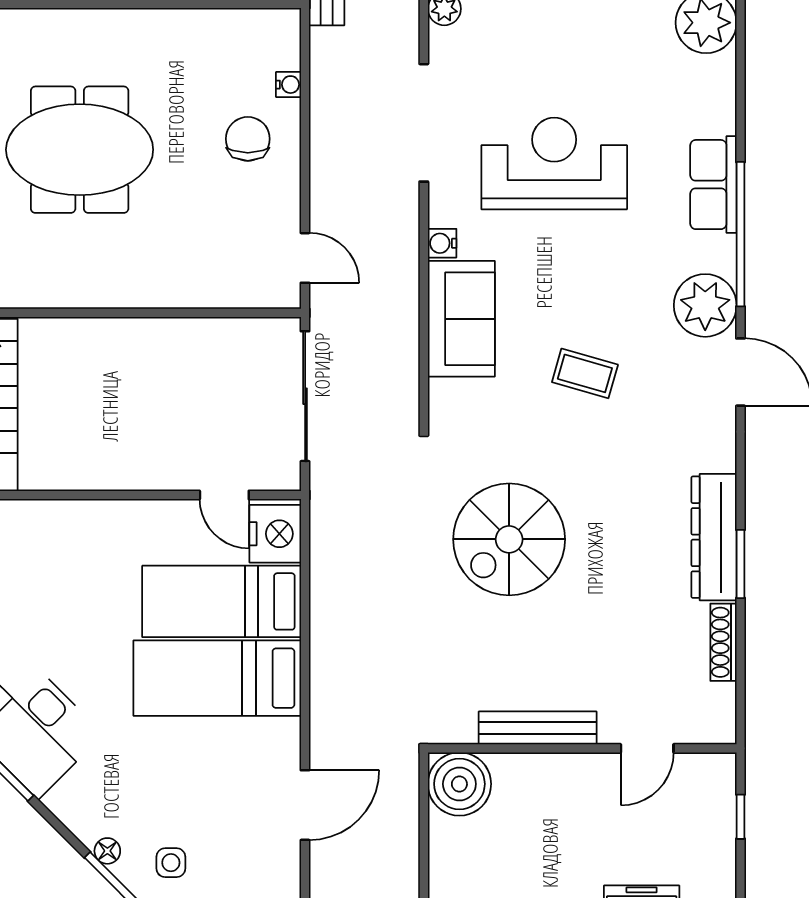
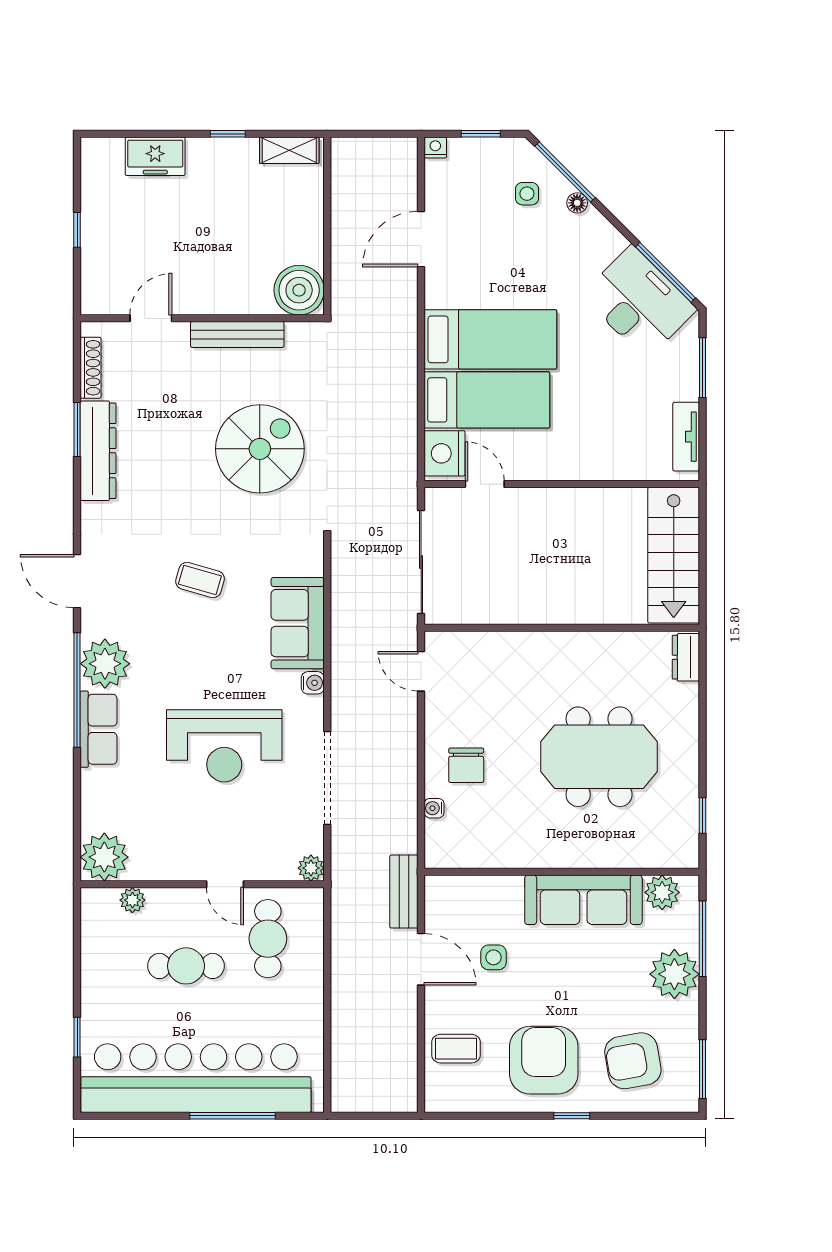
plant: (705, 305) -> (105, 664), moved
bench: (538, 728) -> (237, 334), moved
wall: (582, 748) -> (202, 318), moved
door: (647, 748) -> (151, 318), moved
boiler: (459, 784) -> (299, 290), moved

